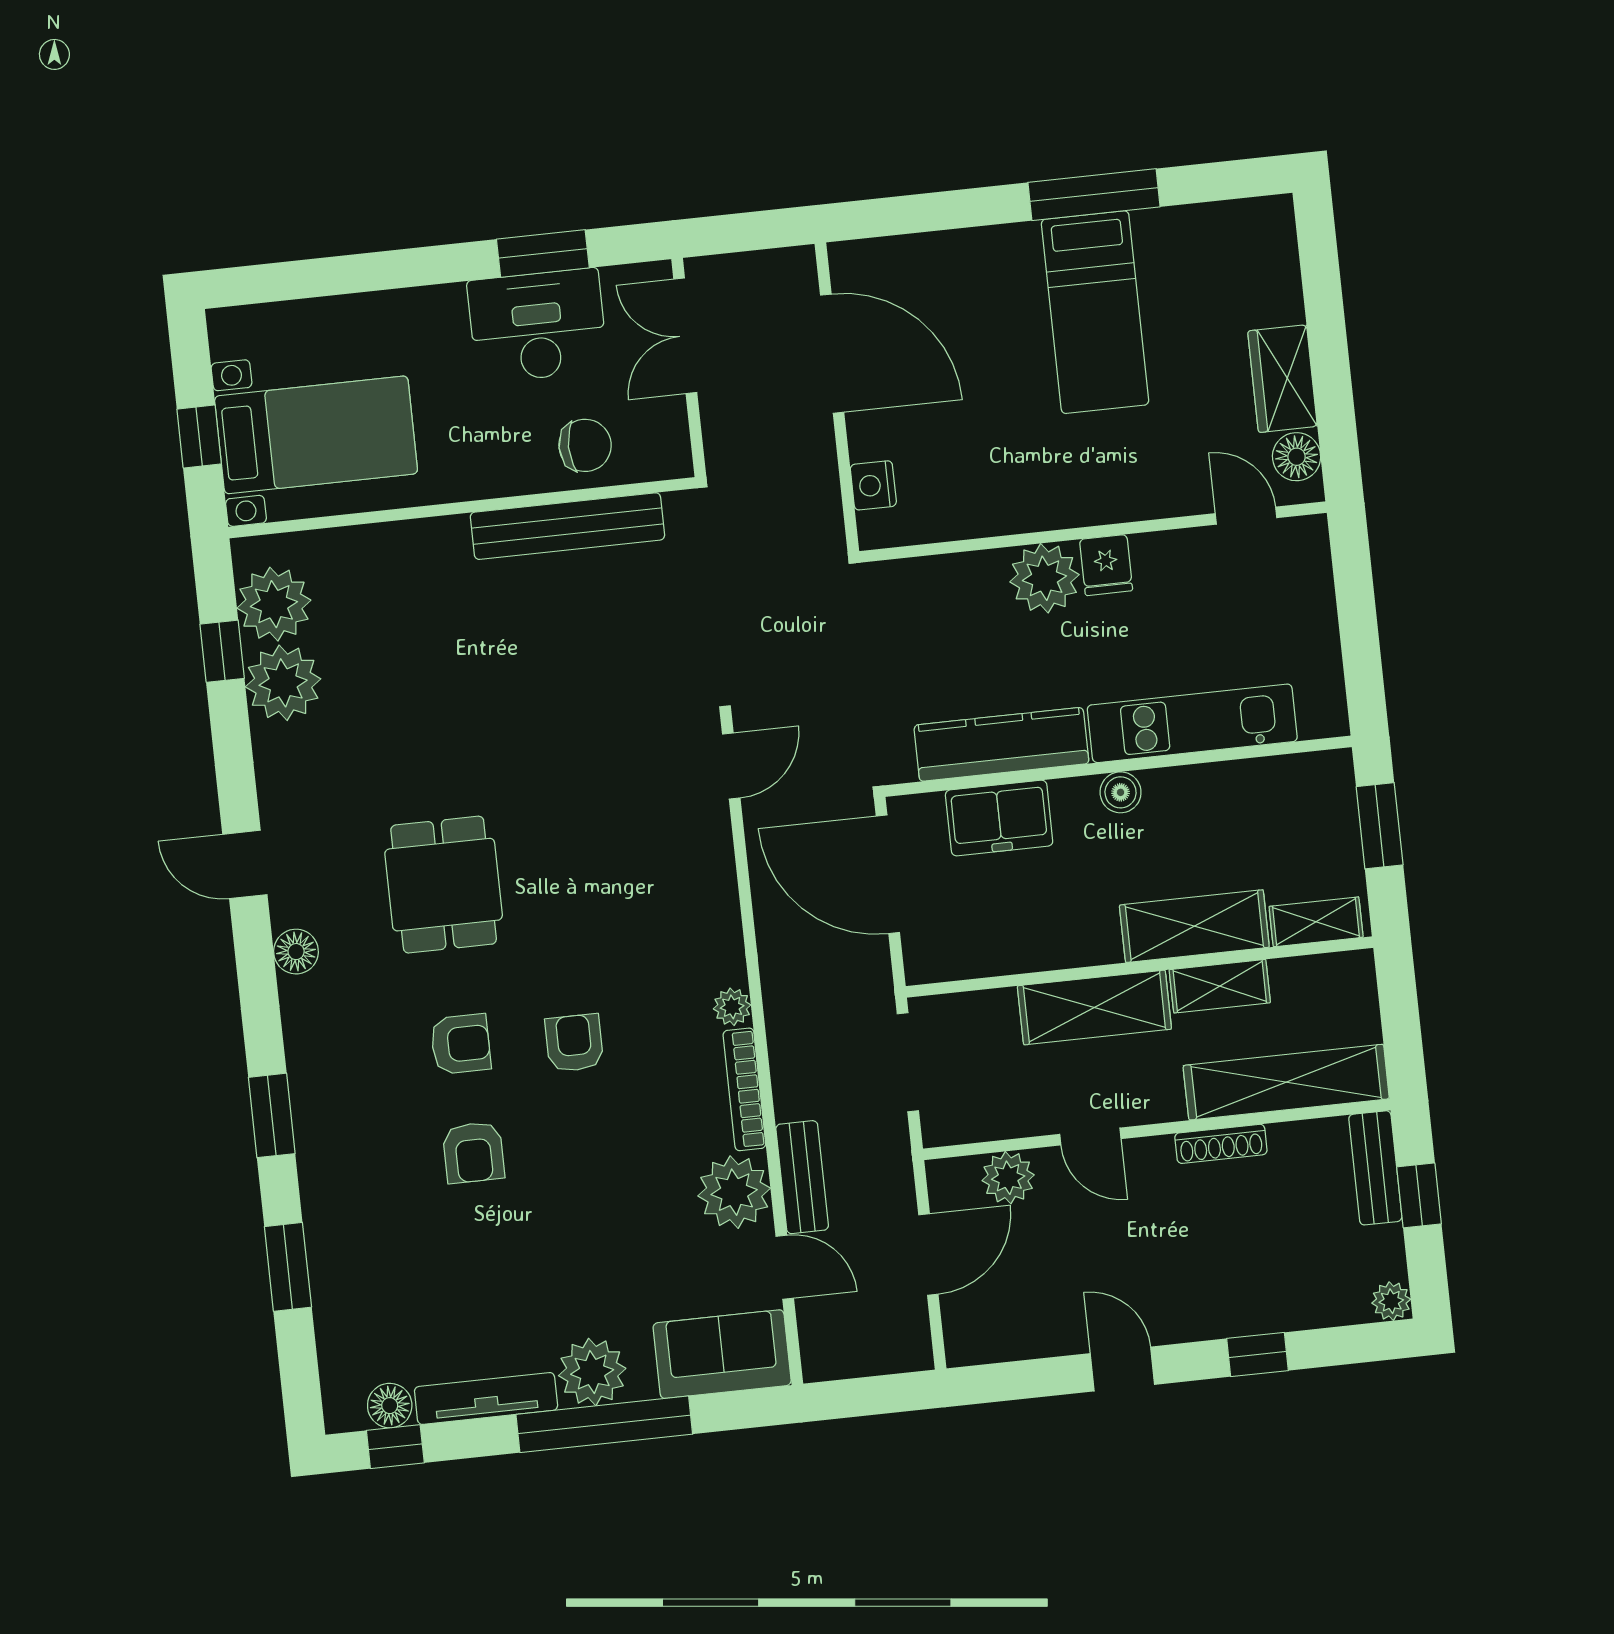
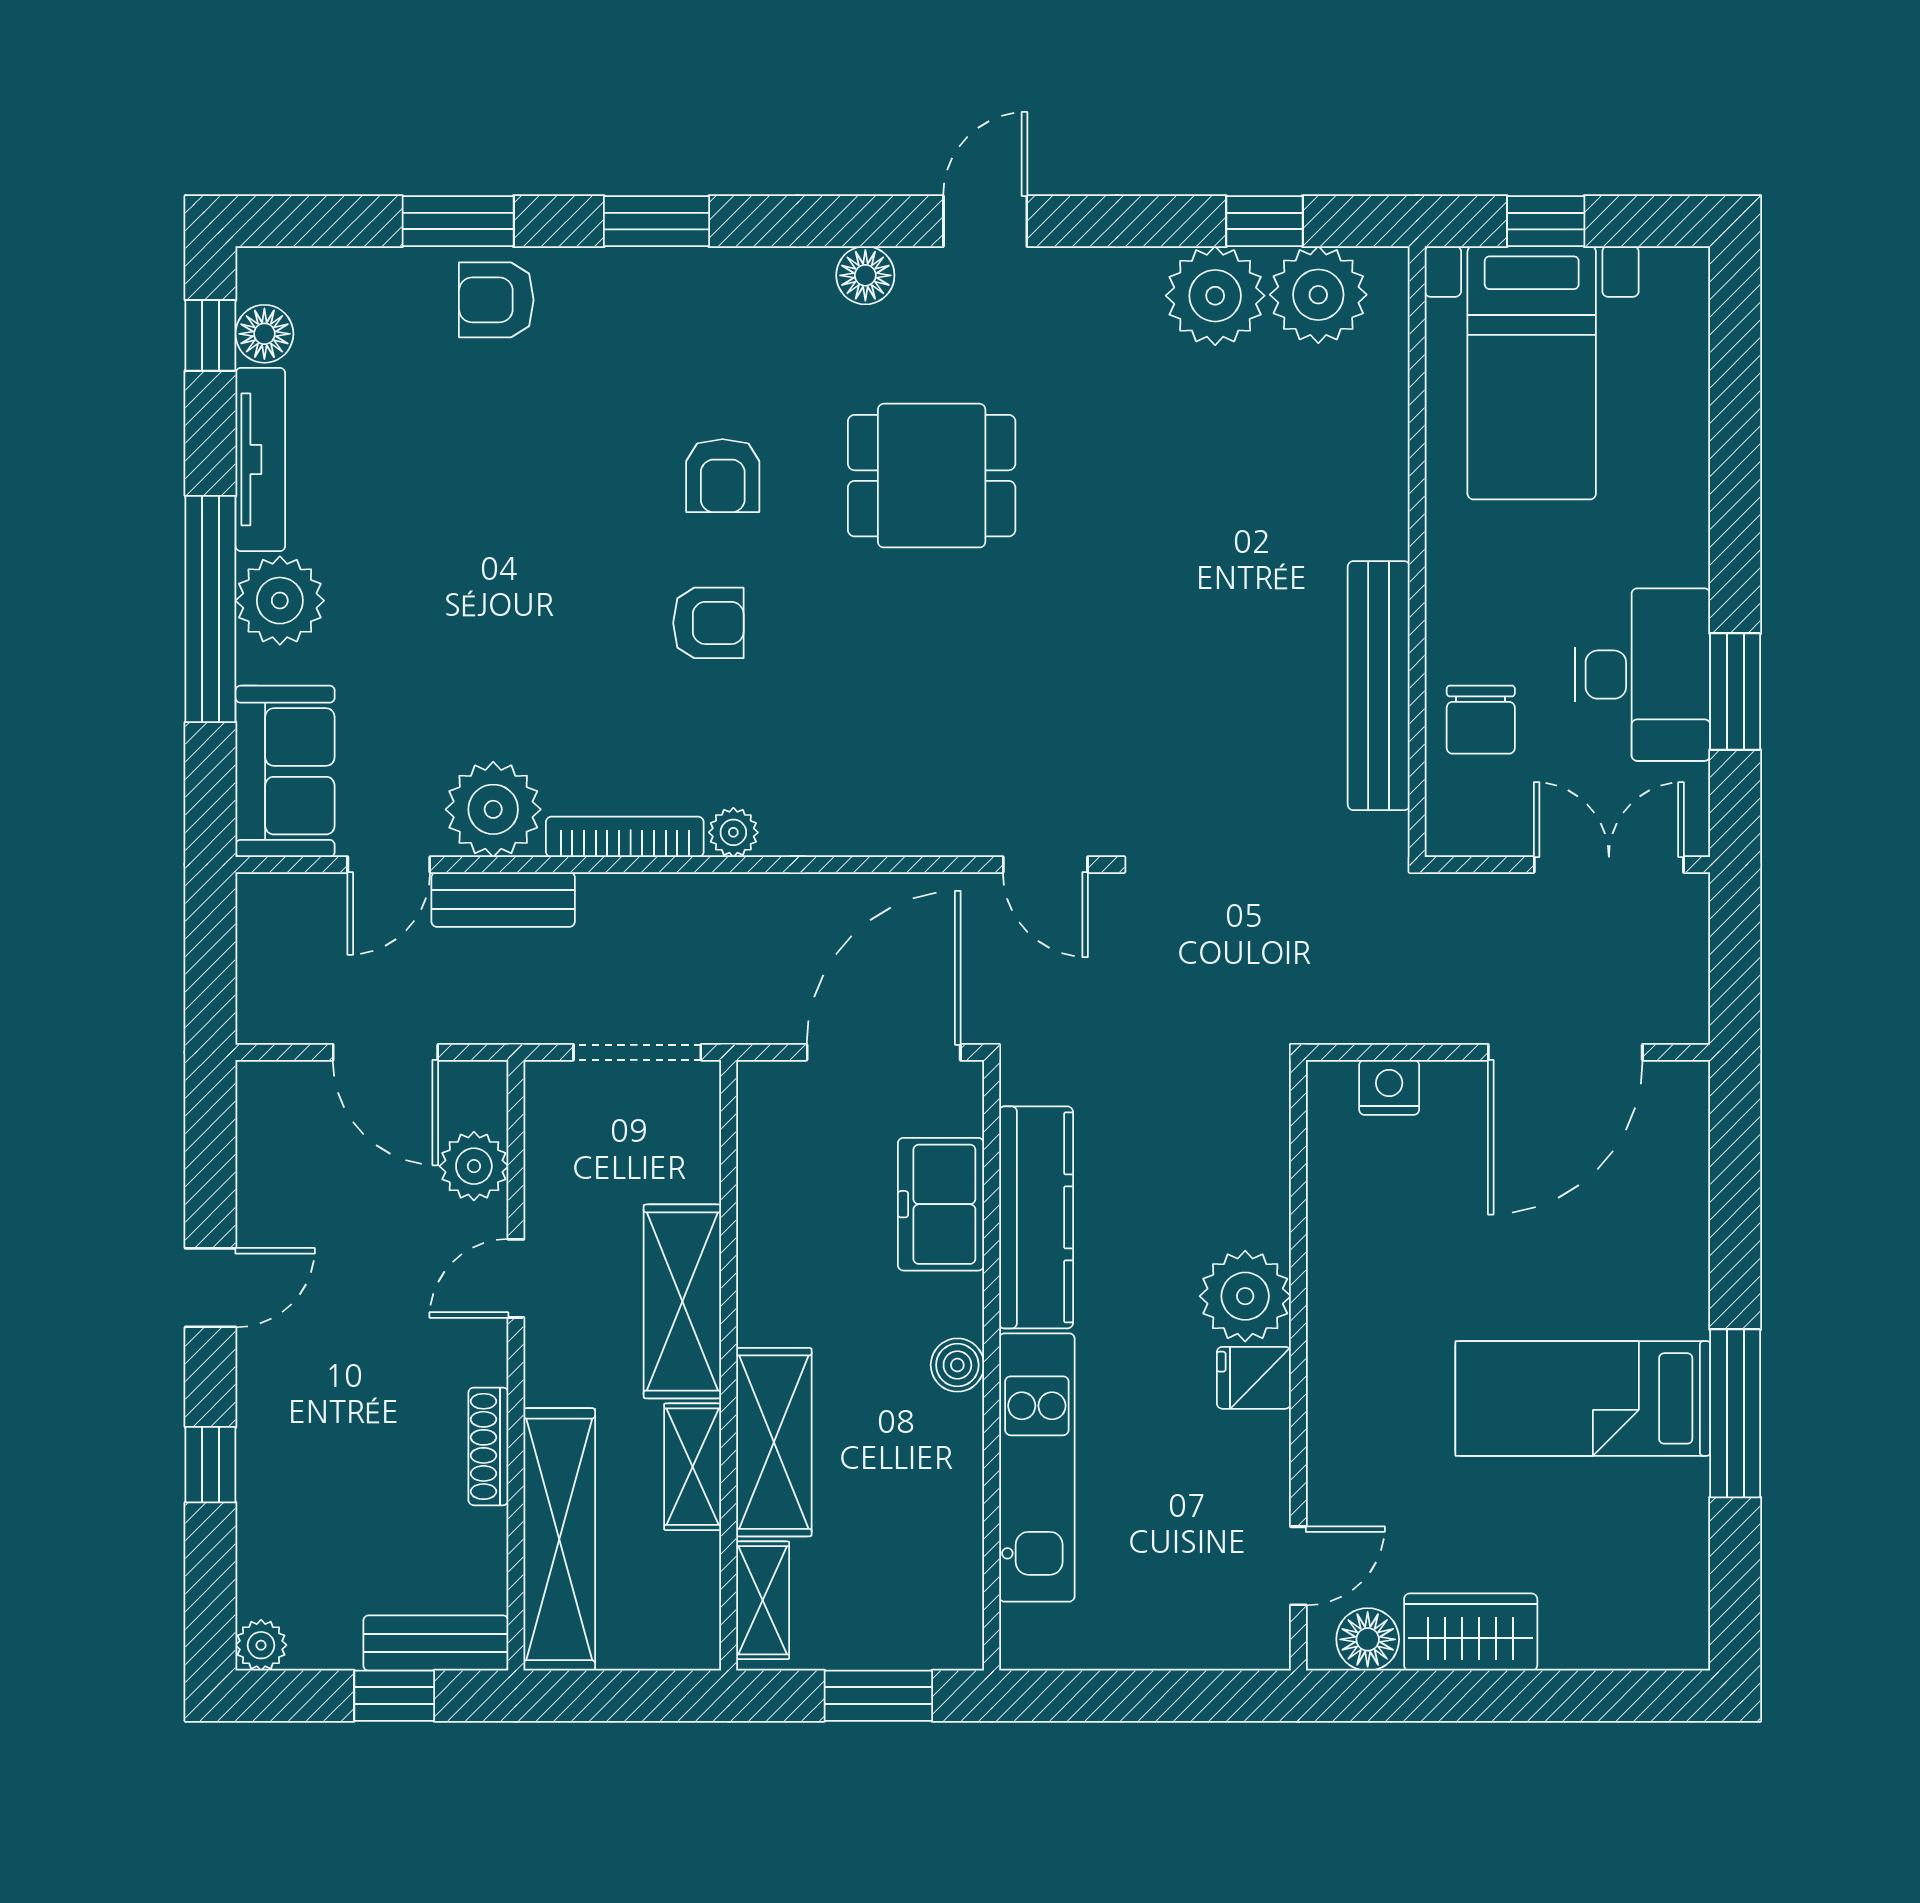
armchair: (473, 1152) -> (496, 300), moved

